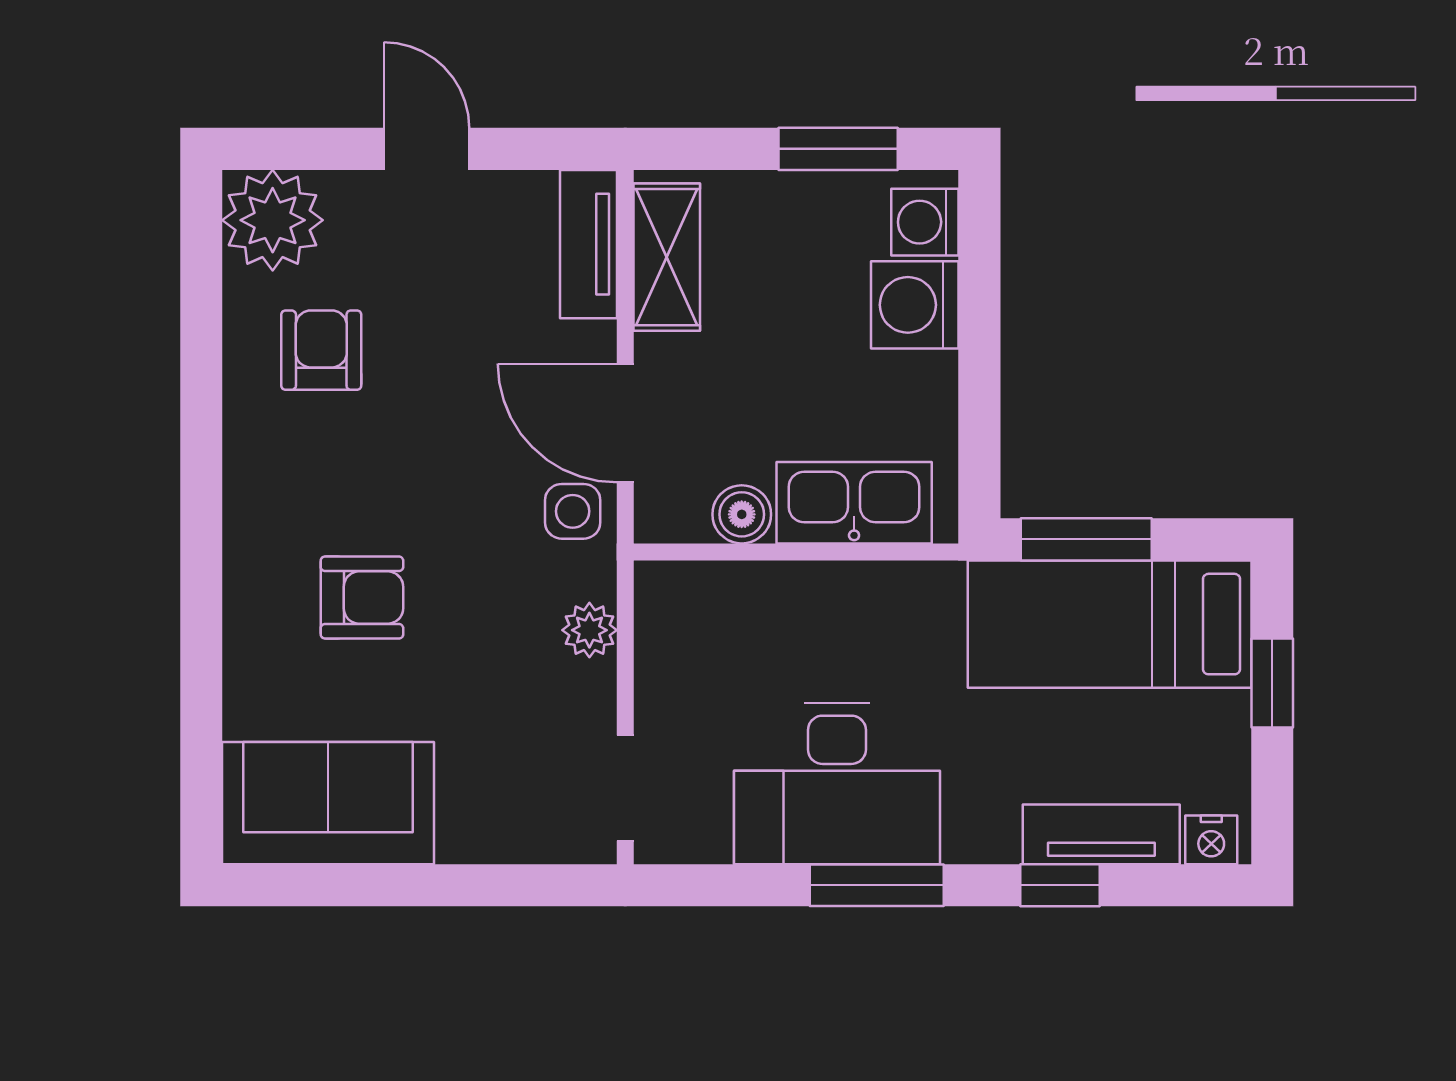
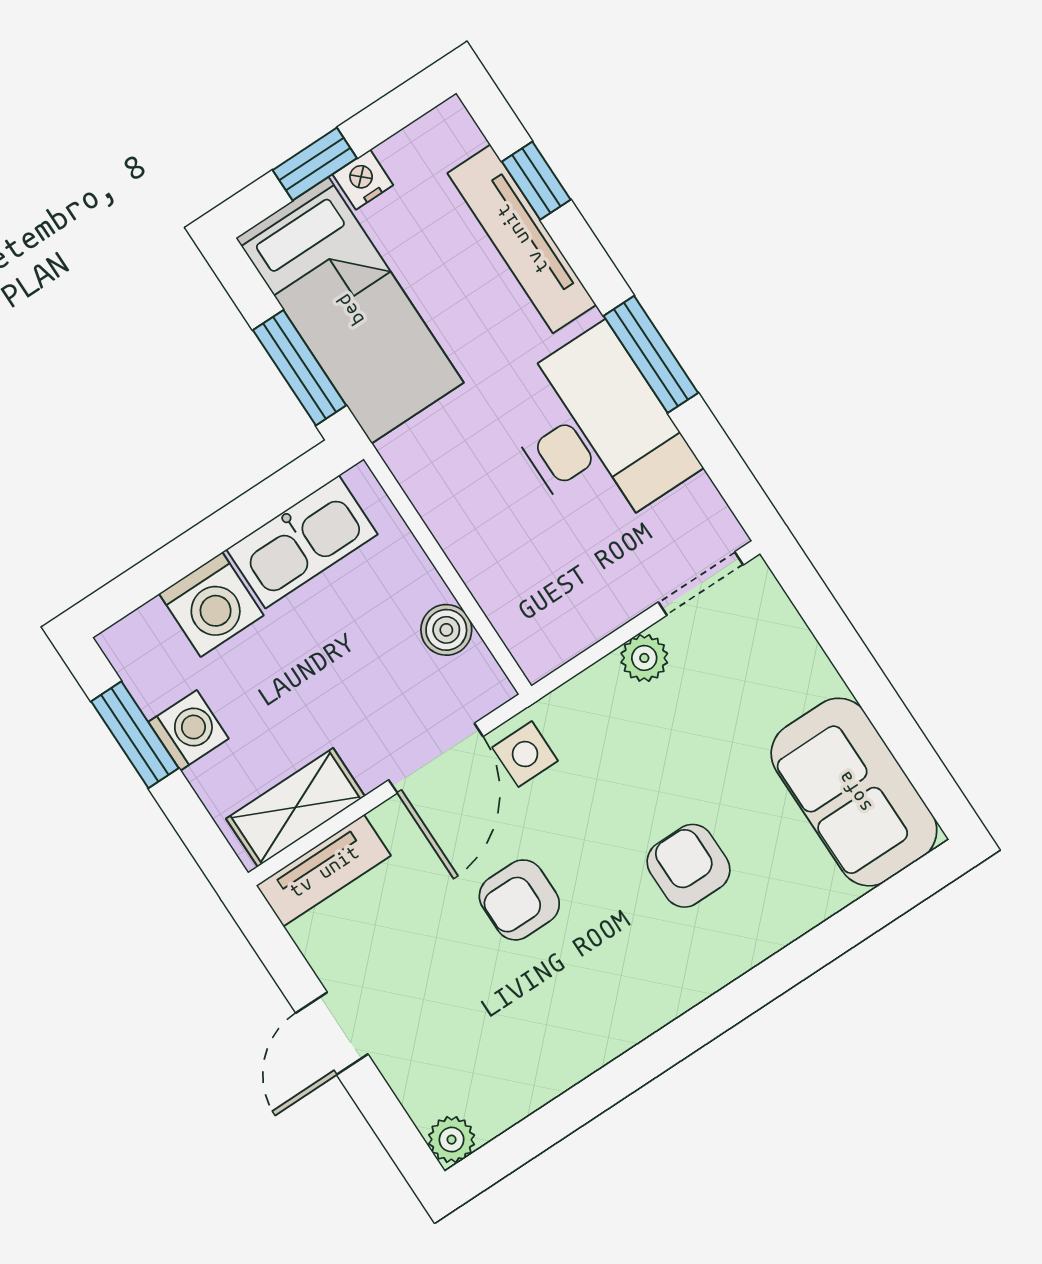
plant: (273, 220) -> (452, 1140), width x0.53, depth x0.53
washing machine: (925, 222) -> (189, 730), moved, turned -90
armchair: (321, 350) -> (519, 900), moved
kitchen sink: (854, 503) -> (302, 542), moved, turned -90
plant: (589, 630) -> (644, 658), moved
tv unit: (1101, 834) -> (522, 239), width x1.41
nightstand: (1211, 840) -> (363, 180), moved, turned -90
window: (1060, 885) -> (536, 181), moved

